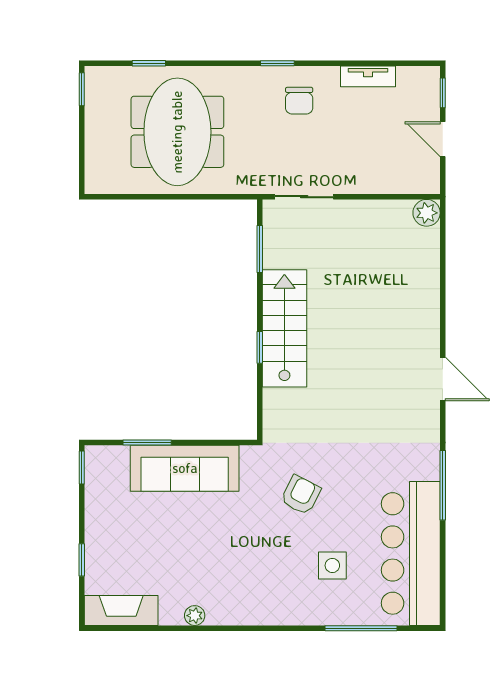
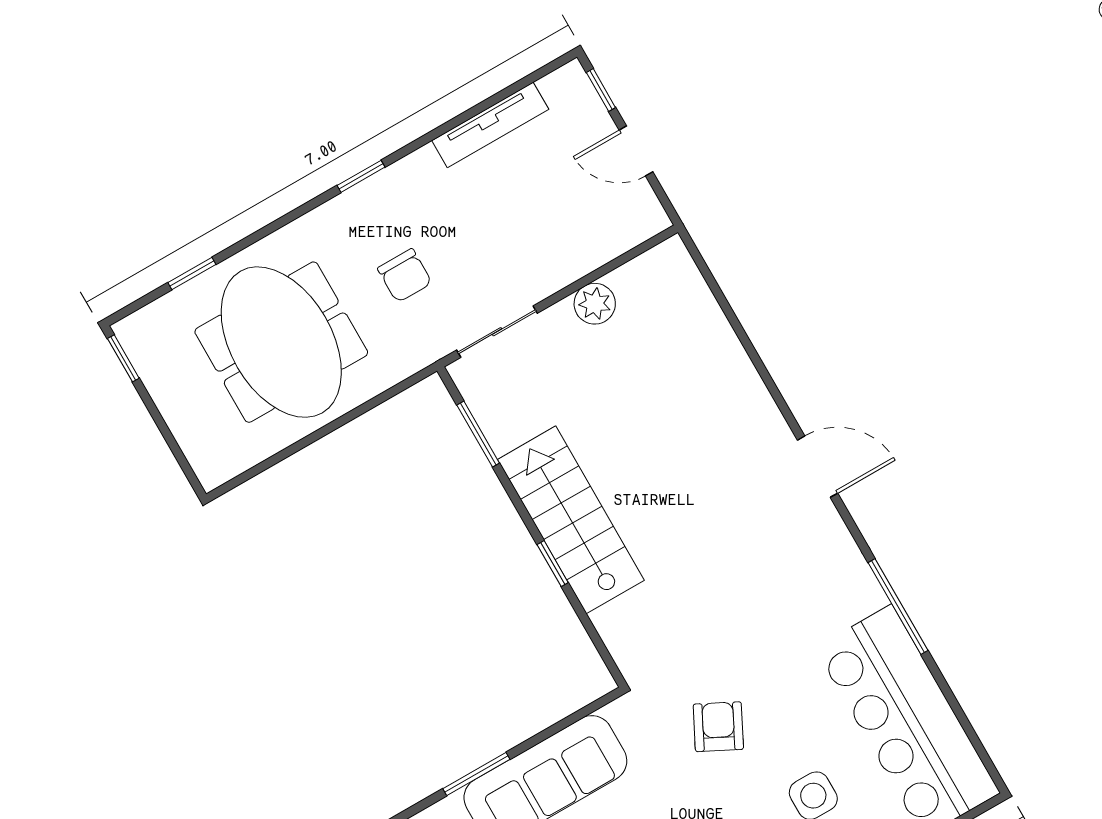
tv unit: (368, 76) -> (490, 125), width x1.41
chair: (299, 101) -> (405, 276), moved
plant: (427, 213) -> (595, 304), moved

